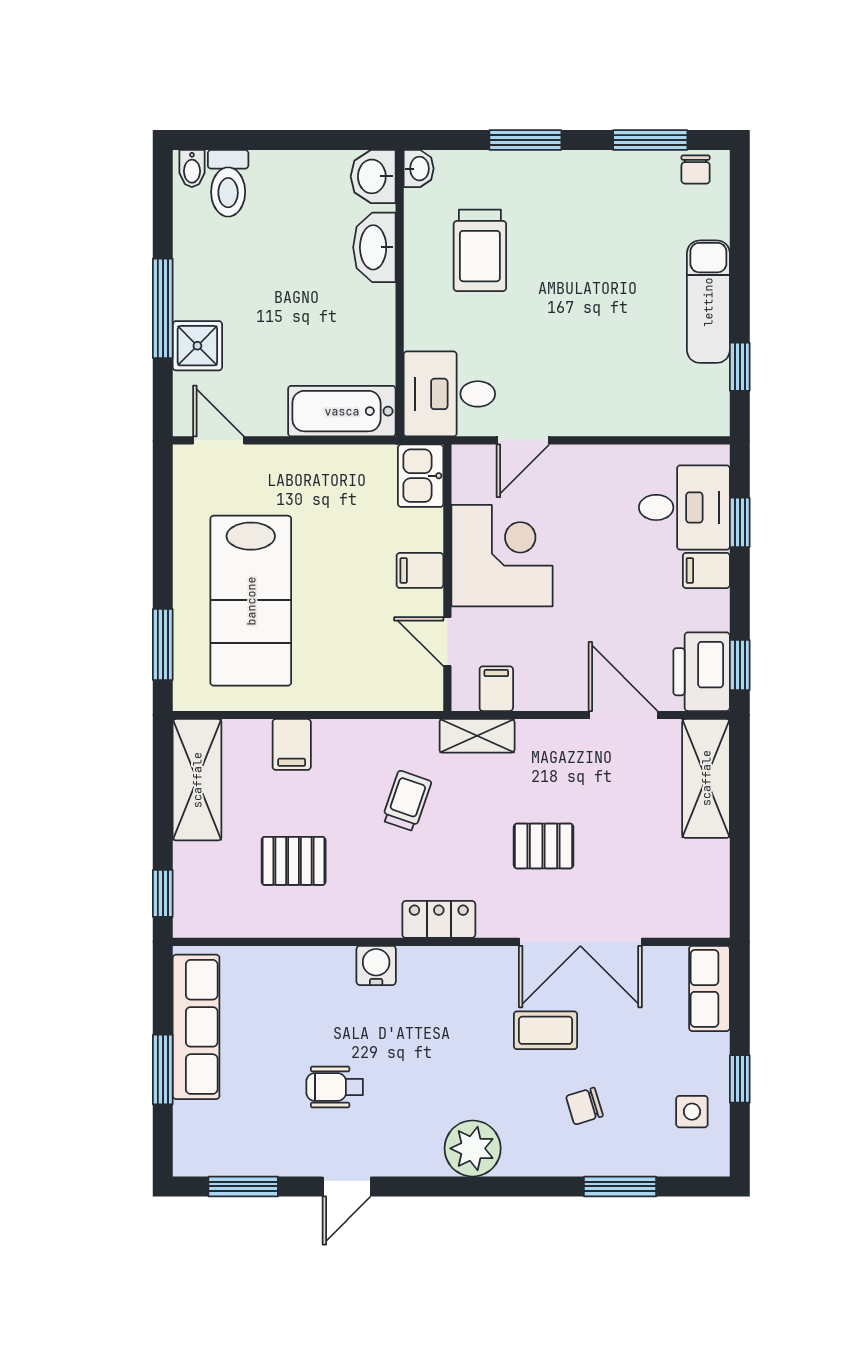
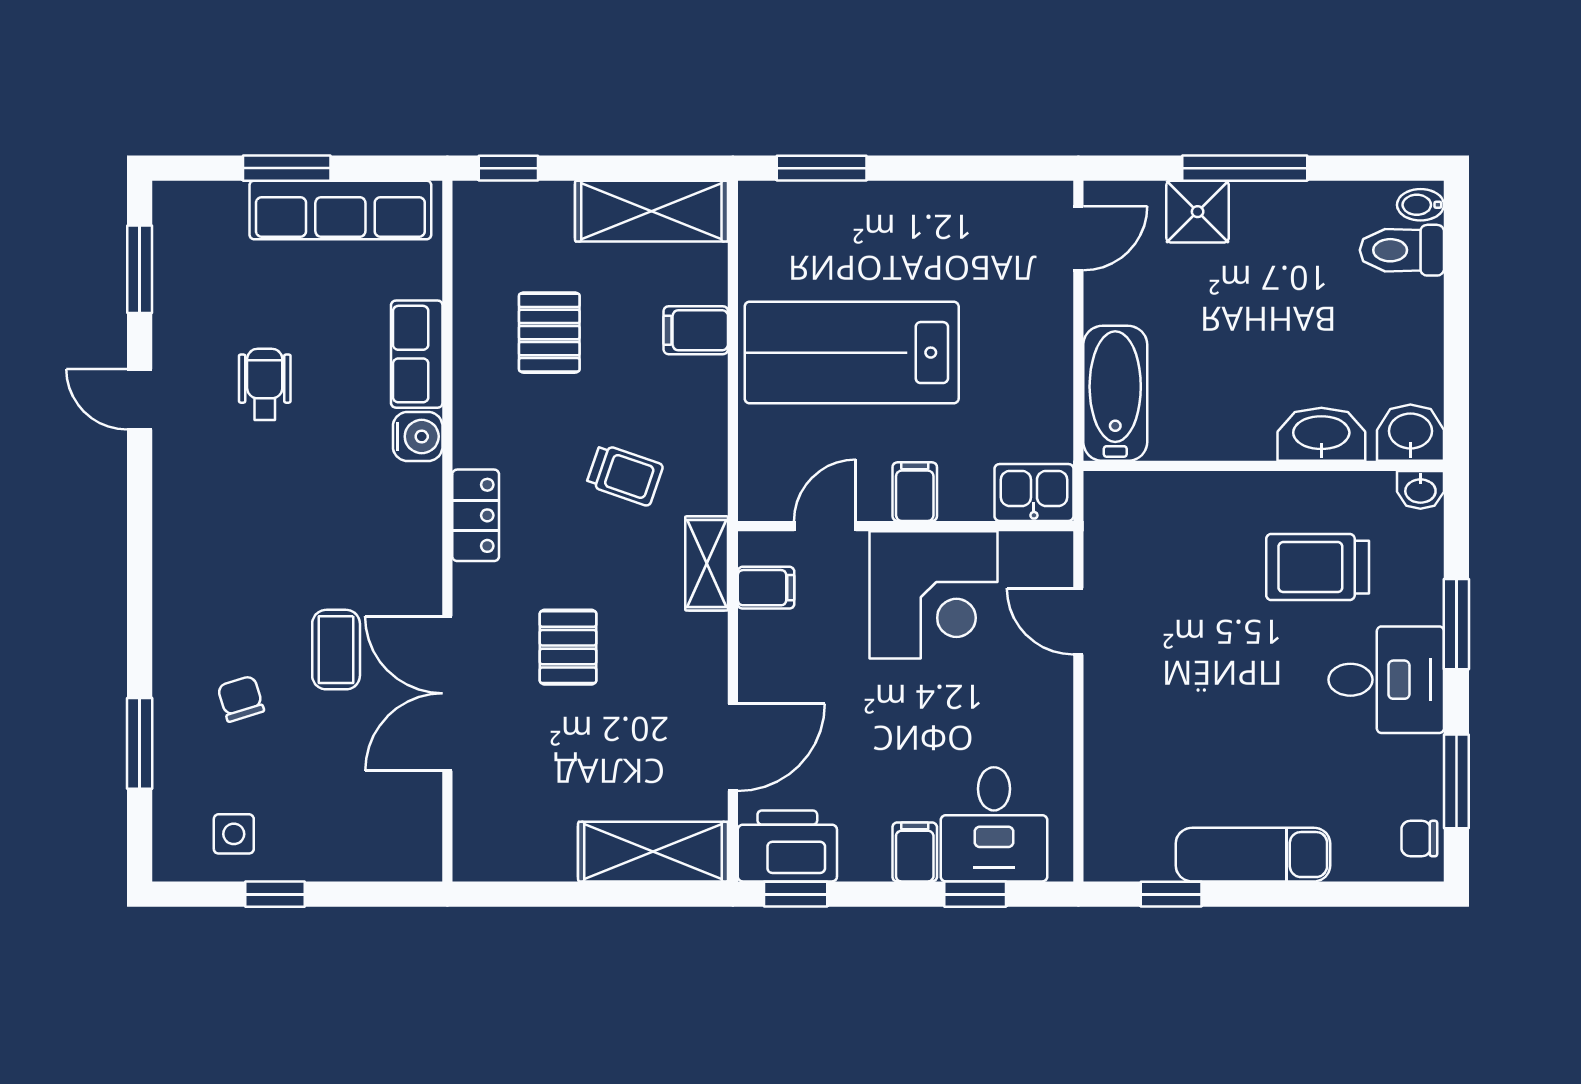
desk: (449, 394) -> (1386, 680), moved, turned 90
lab bench: (251, 601) -> (852, 353), moved
row of seats: (709, 988) -> (417, 354), moved, turned -90
plant: (473, 1148) -> (187, 558), removed

